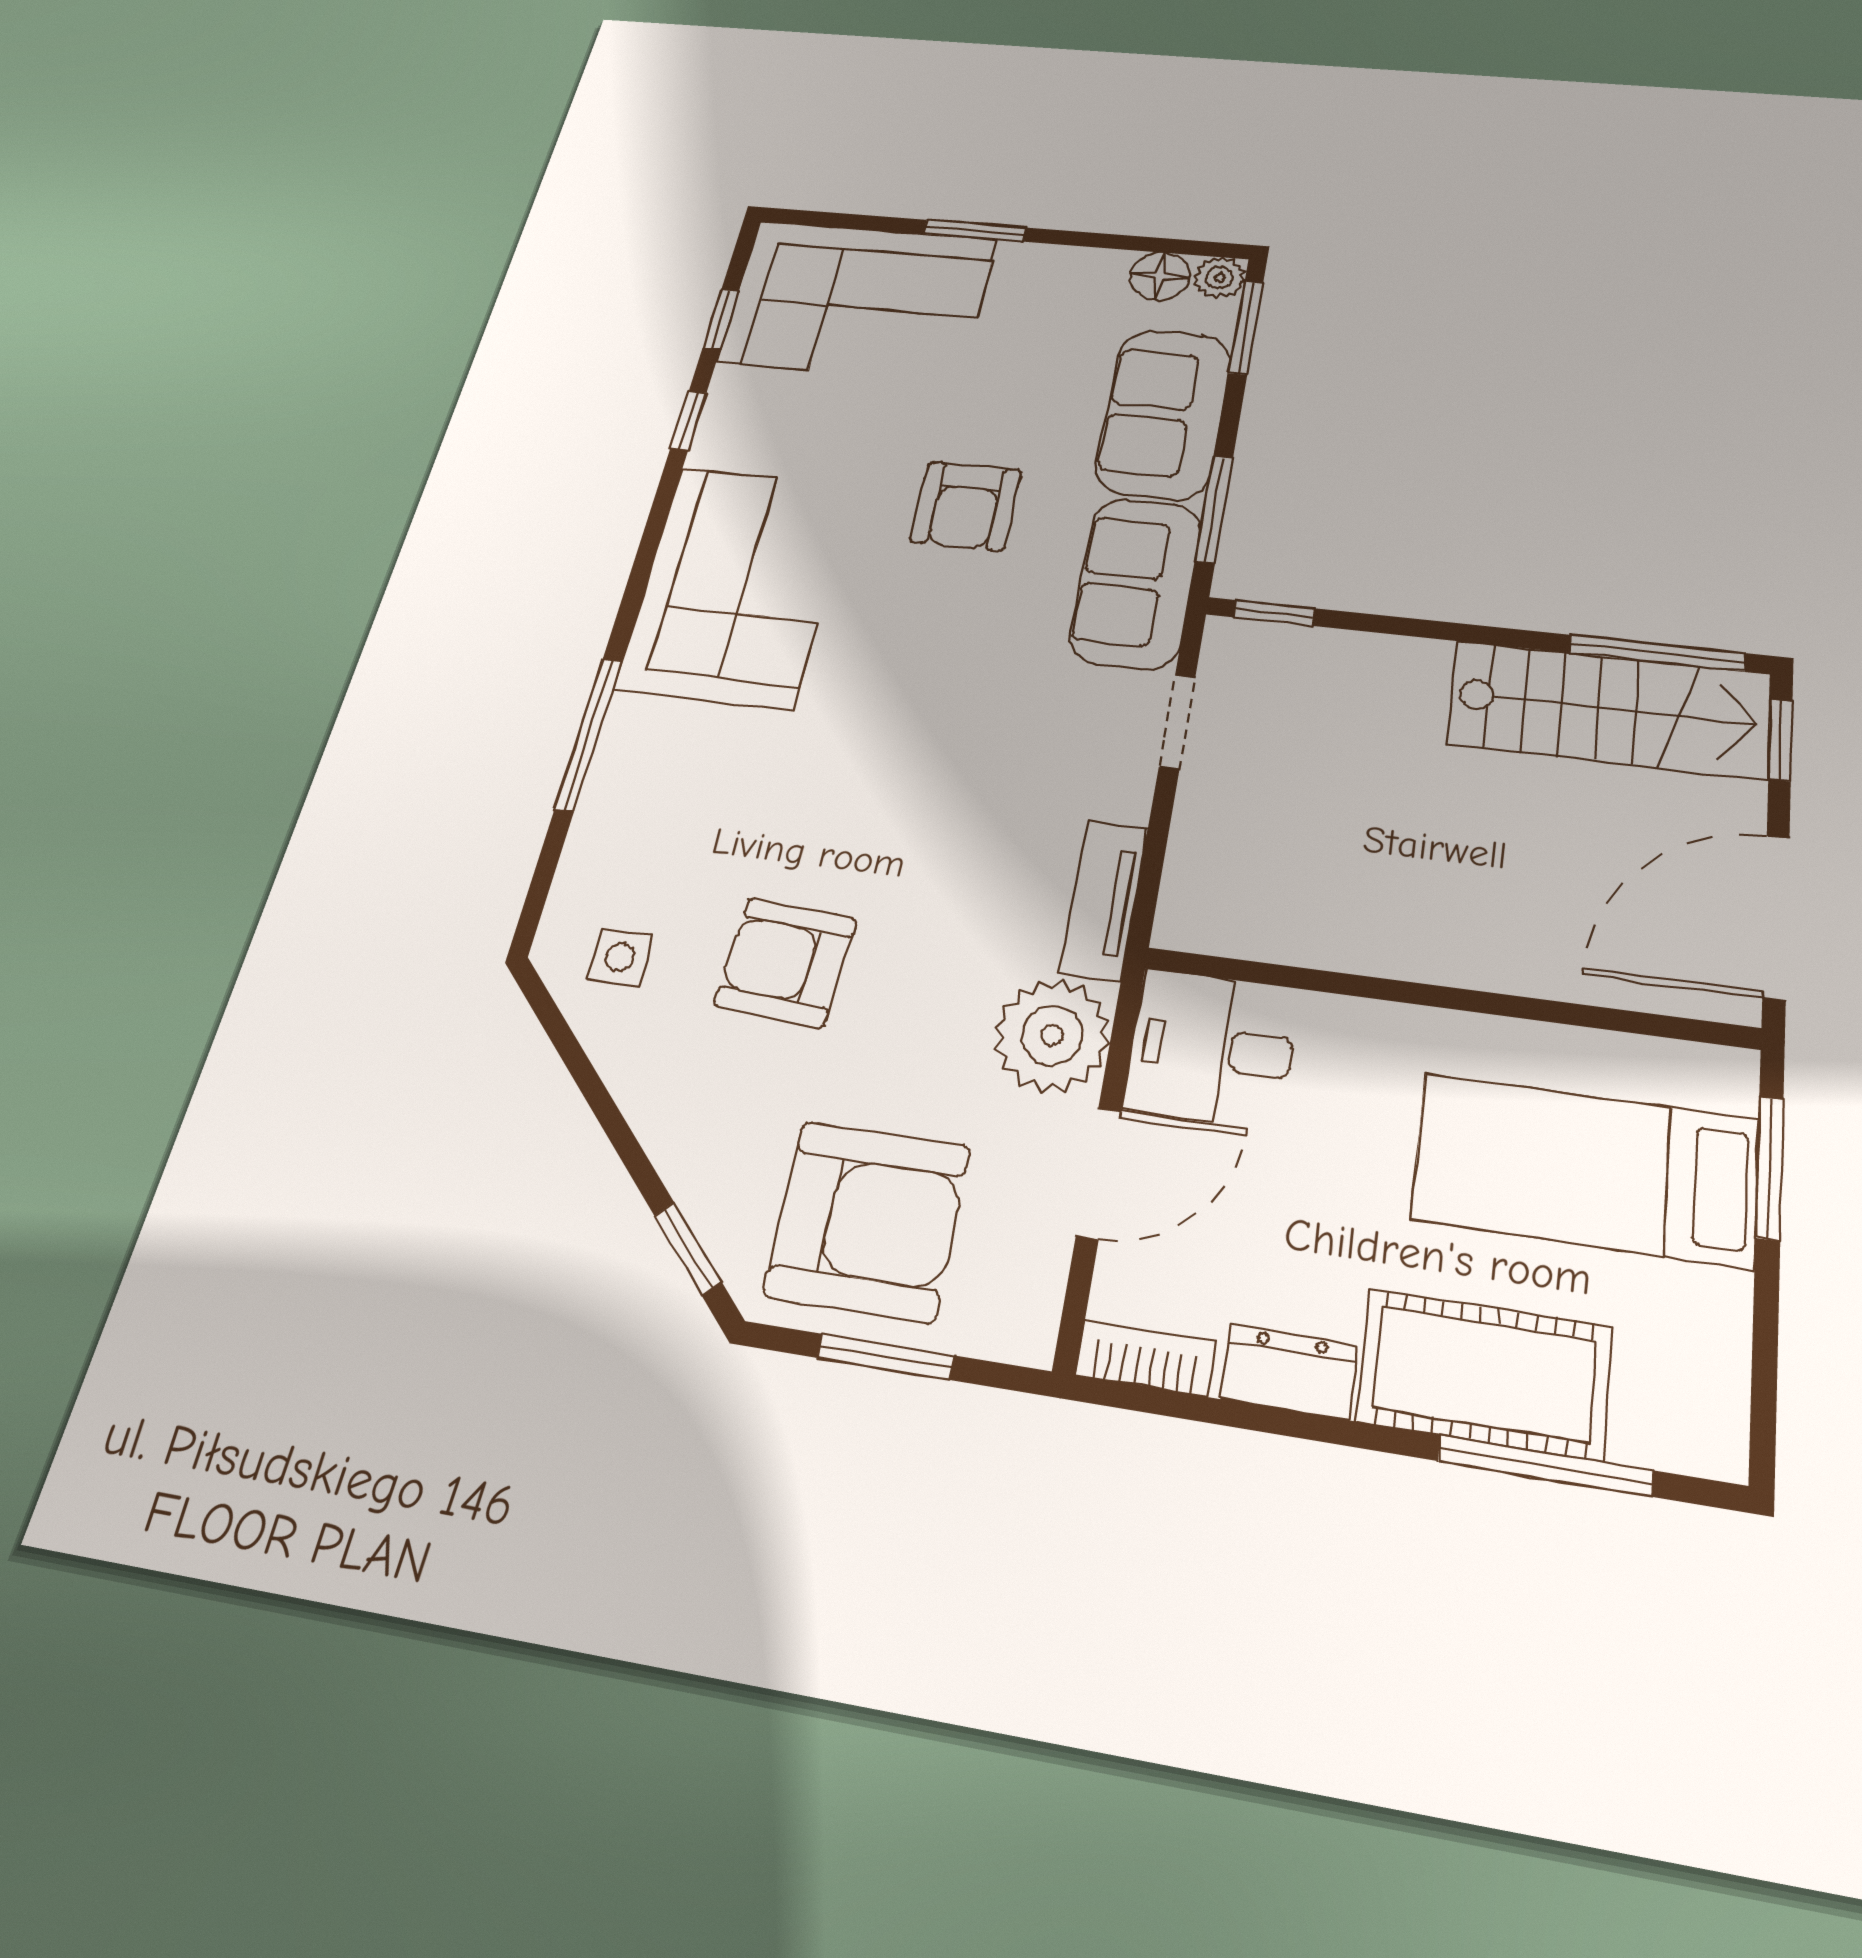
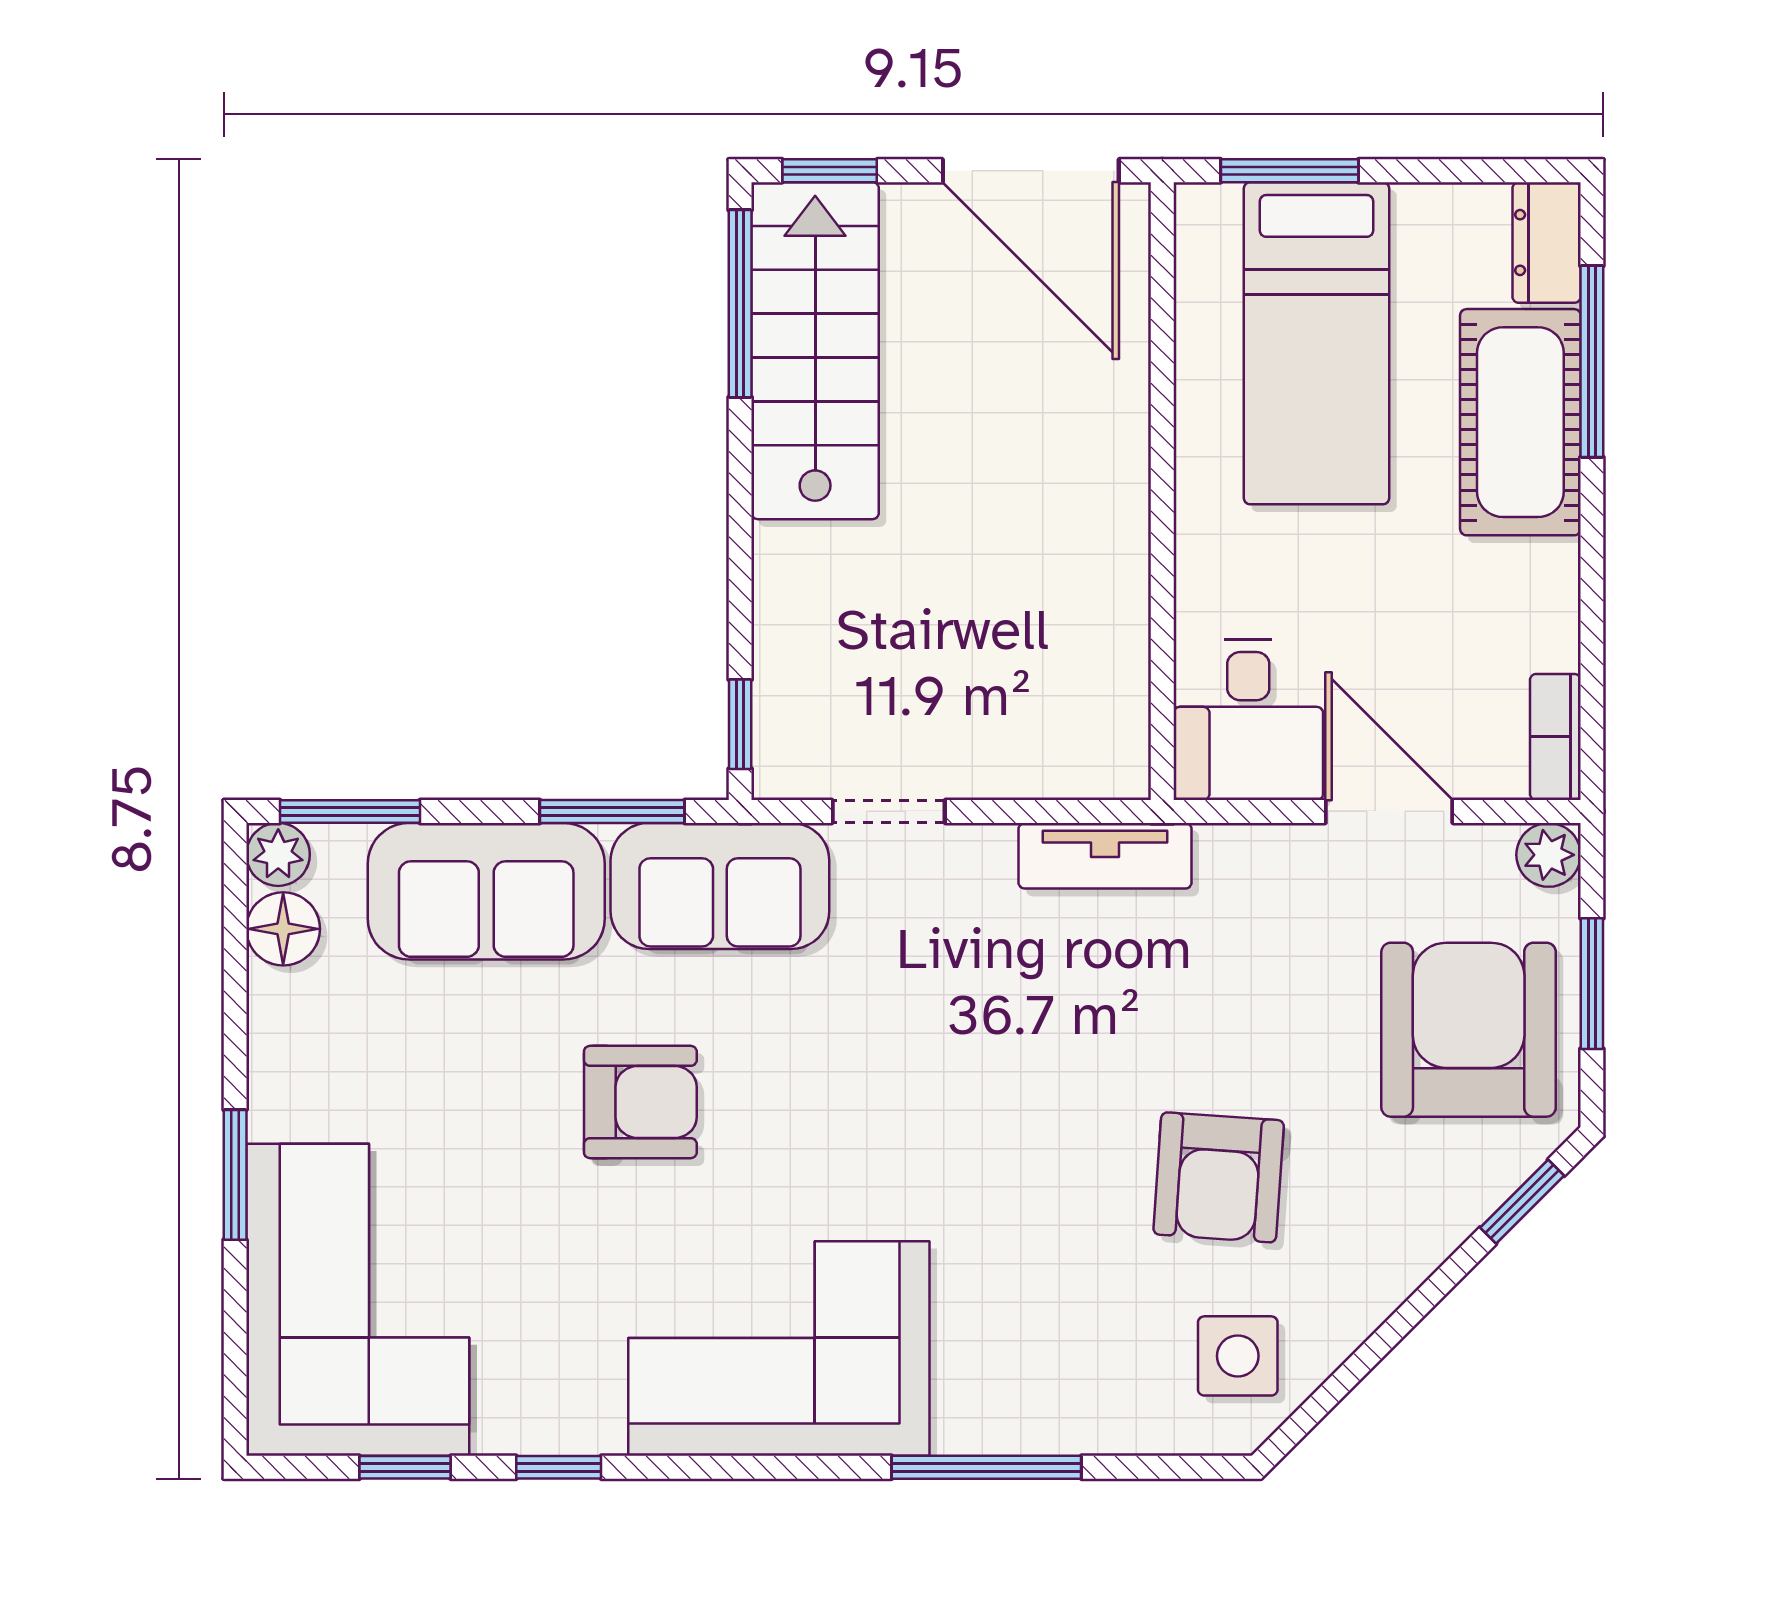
side table: (620, 957) -> (1238, 1356), width x1.37, depth x1.37
plant: (1052, 1035) -> (1549, 855), moved, width x0.53, depth x0.53
dresser: (1289, 1372) -> (1547, 242), moved

